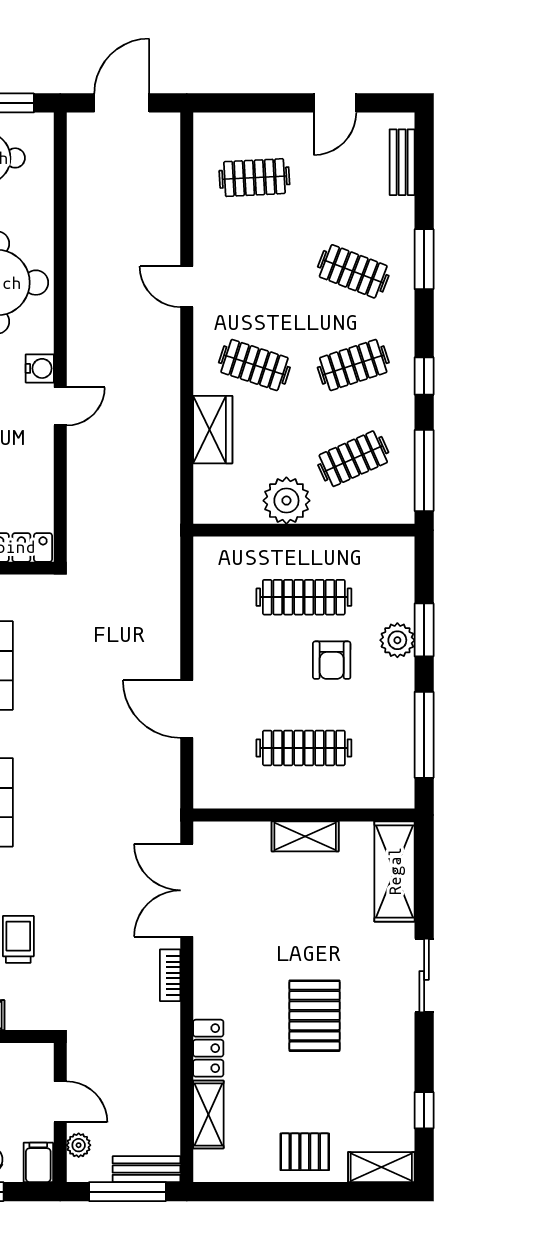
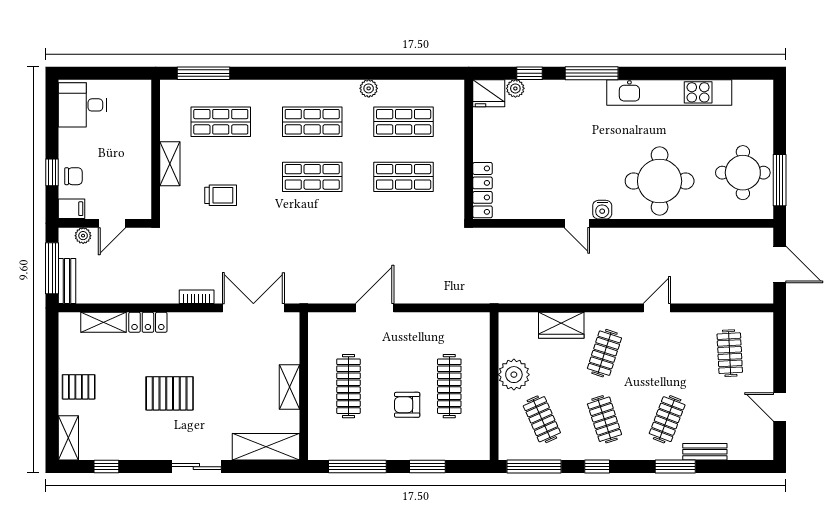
bench: (402, 162) -> (705, 452), moved
plant: (397, 640) -> (421, 449), removed
pallet: (305, 1152) -> (79, 387), turned 90

